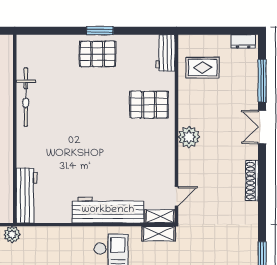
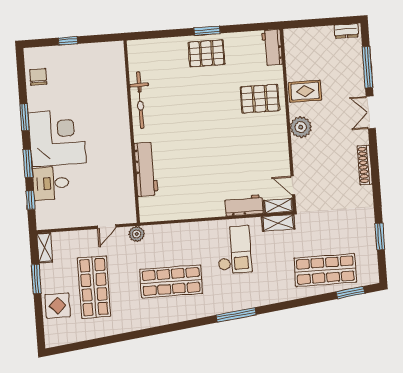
rug: (203, 68) -> (305, 91), moved
workbench: (27, 196) -> (146, 169), moved
door: (176, 196) -> (293, 185), swing flipped
workbench: (108, 210) -> (244, 205), width x0.53, depth x0.76

